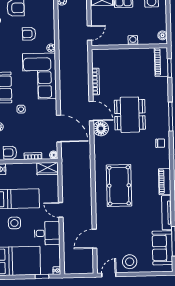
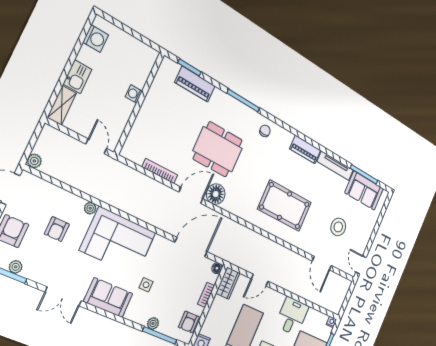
boiler: (162, 35) -> (147, 52), removed
piano: (161, 62) -> (195, 84), moved
door: (61, 210) -> (260, 280), moved
stool: (130, 262) -> (338, 227), moved

